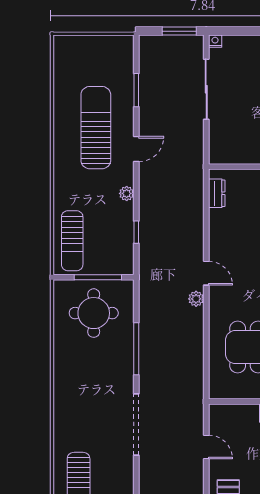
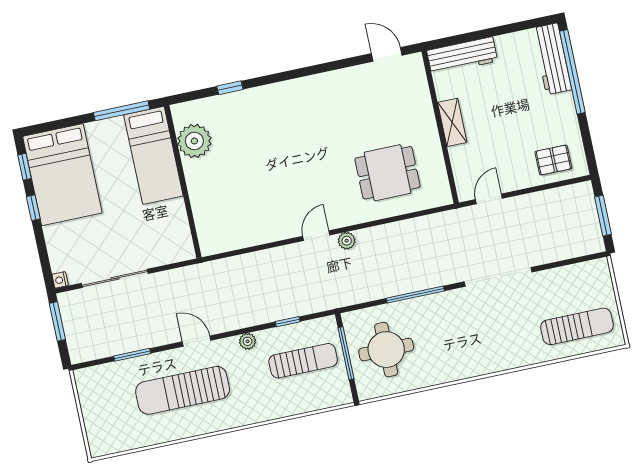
dresser: (217, 193) -> (226, 243), removed
sun lounger: (72, 241) -> (303, 361), moved
door: (206, 447) -> (489, 199), moved

